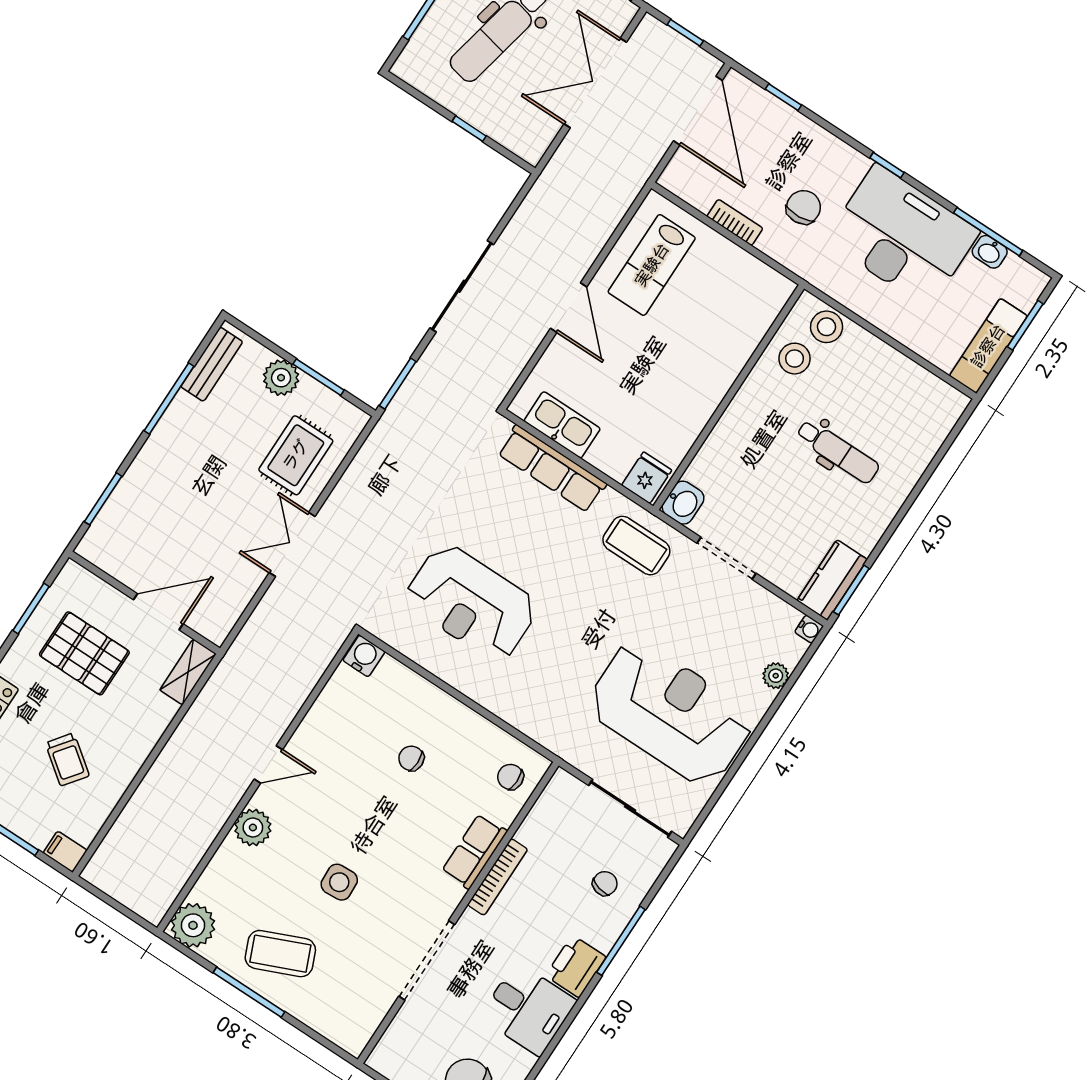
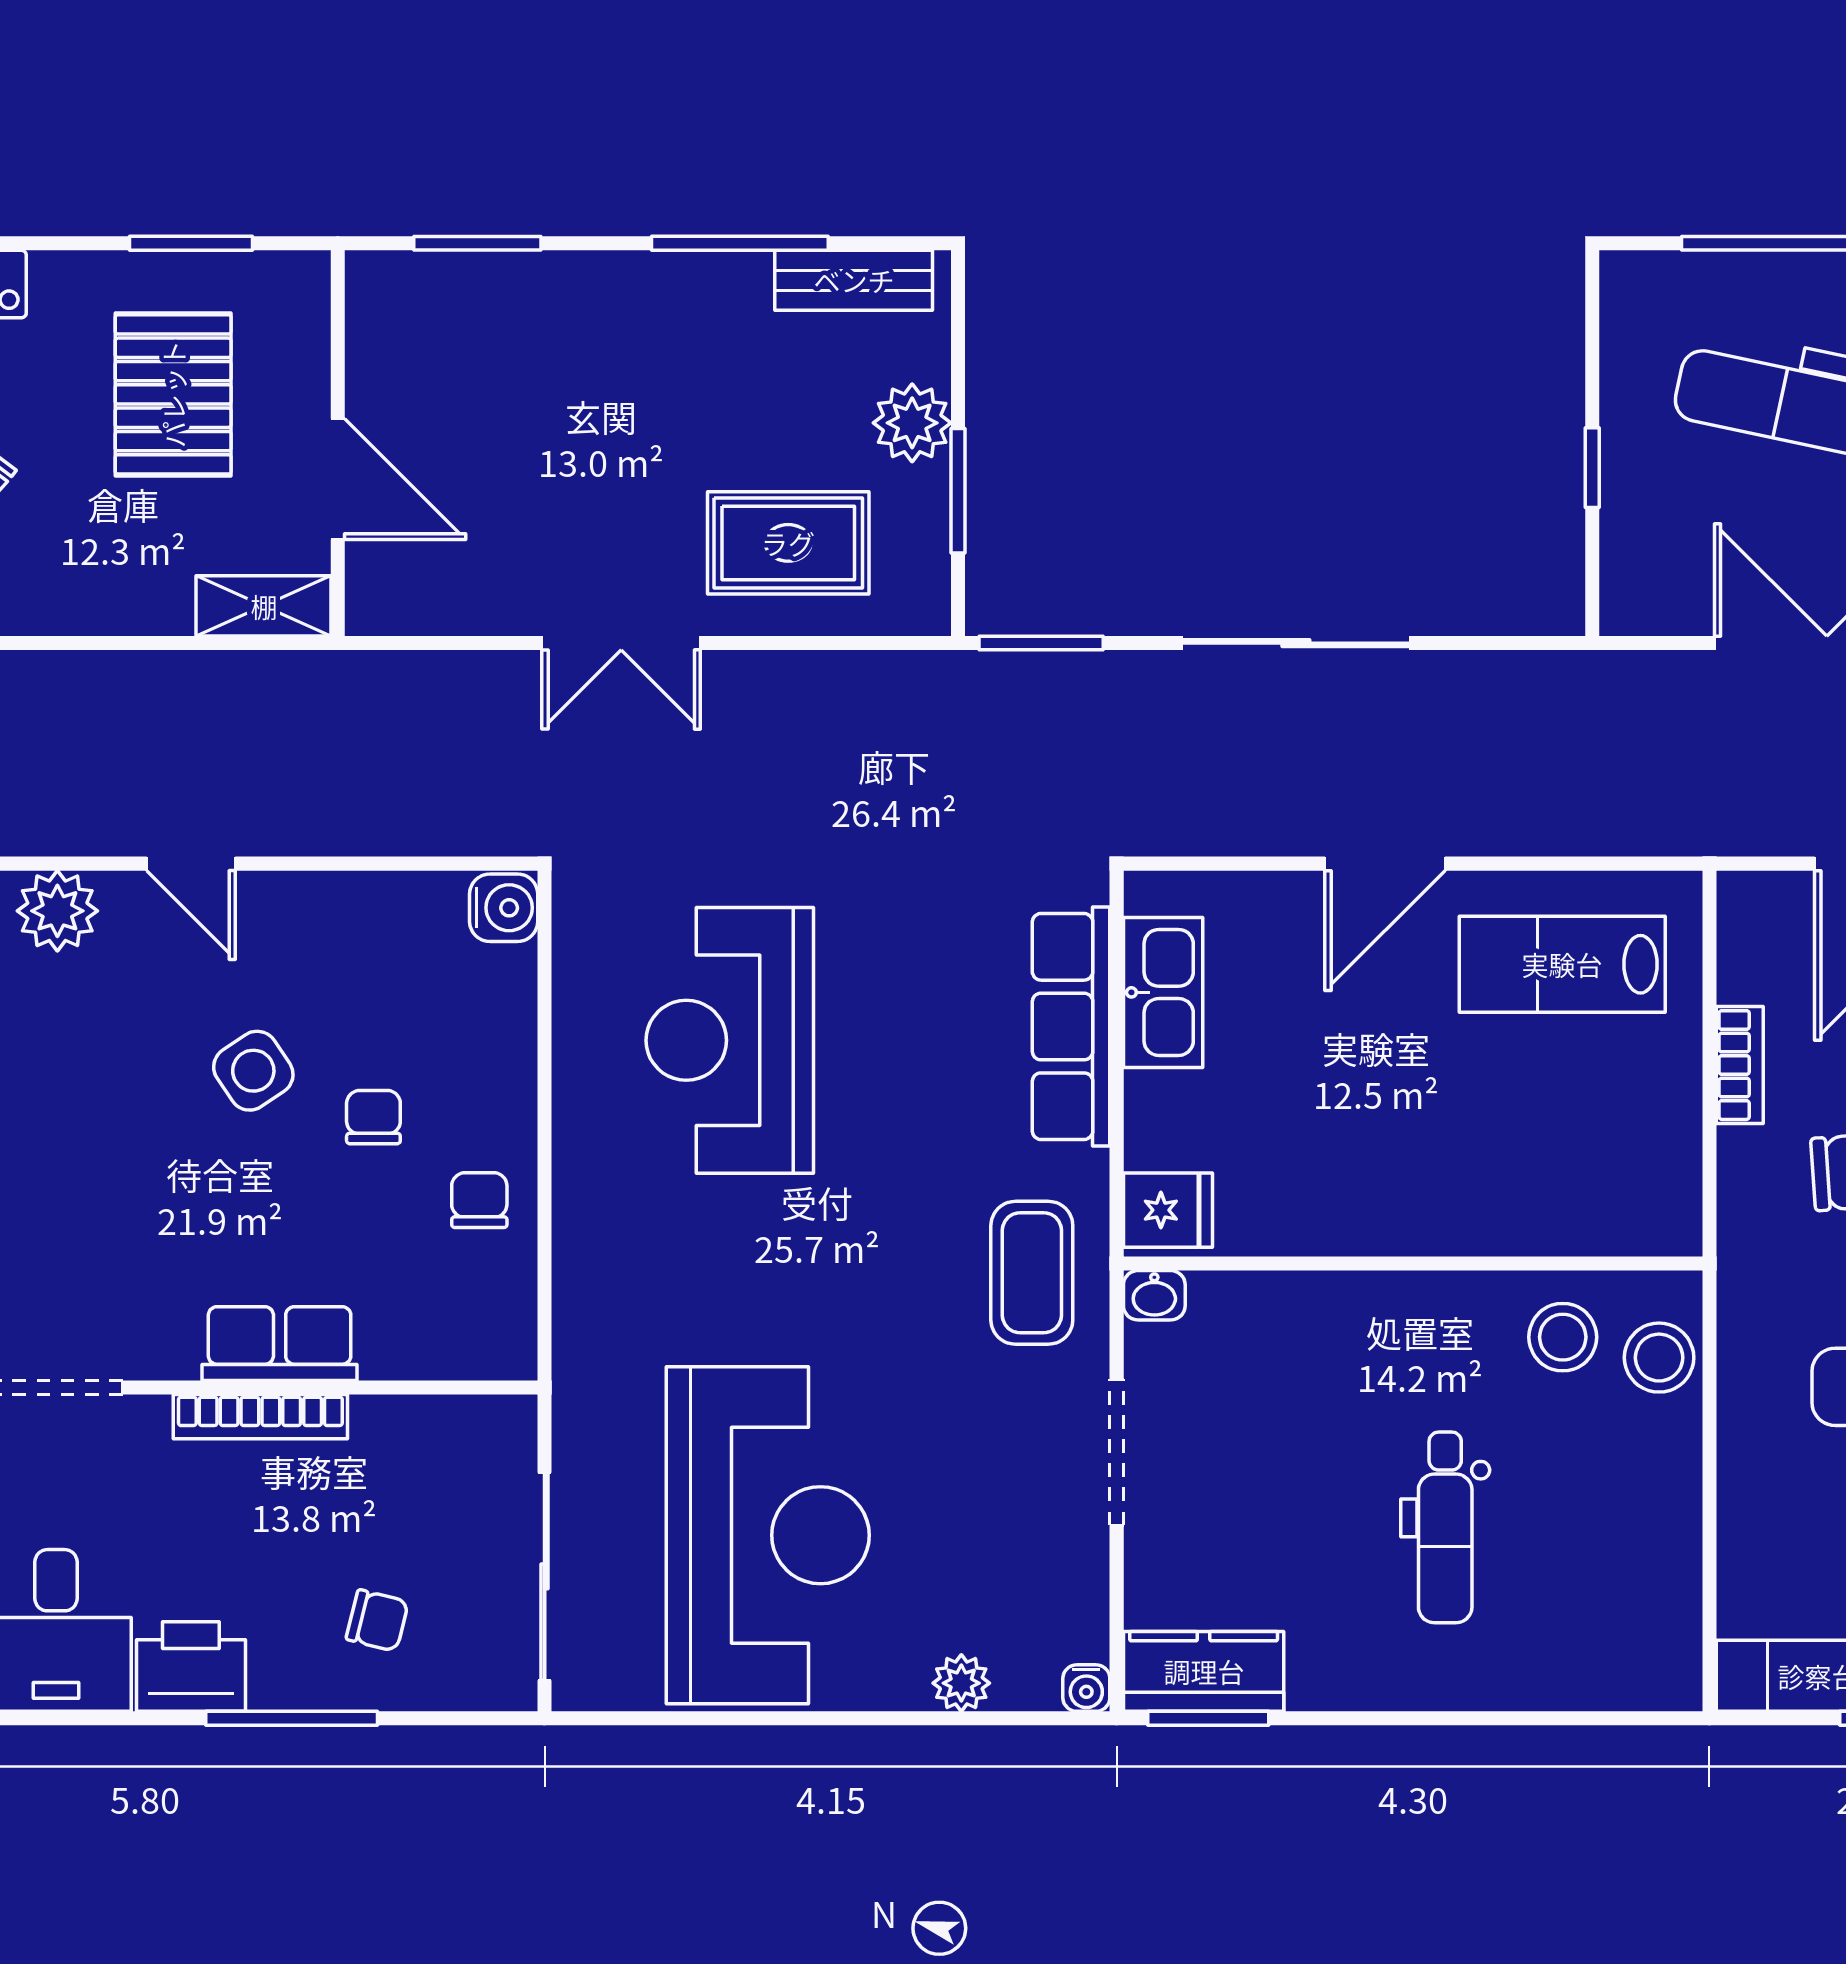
washbasin: (683, 503) -> (1154, 1295), width x0.72, depth x0.69
double door: (292, 544) -> (621, 643), swing flipped
chair: (510, 777) -> (479, 1200), moved
side table: (339, 882) -> (253, 1071), moved, turned -31

